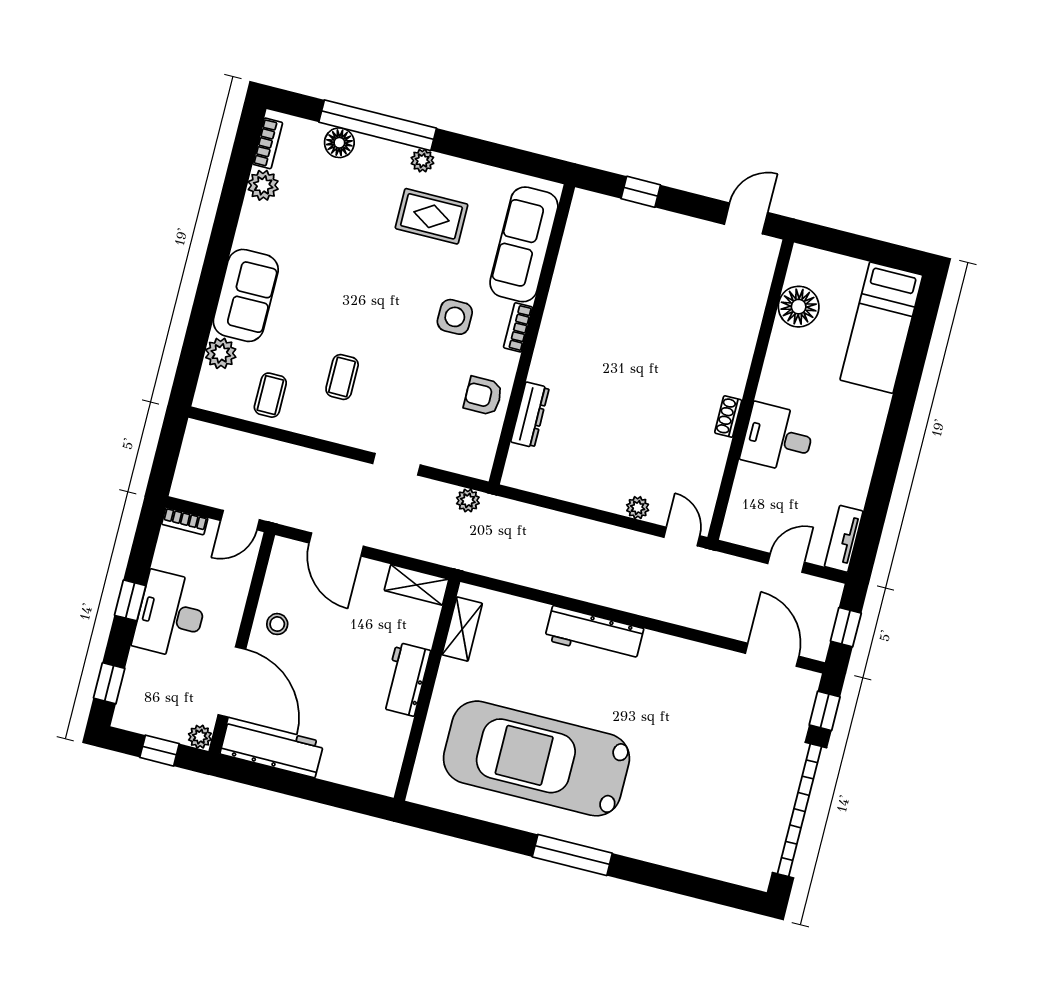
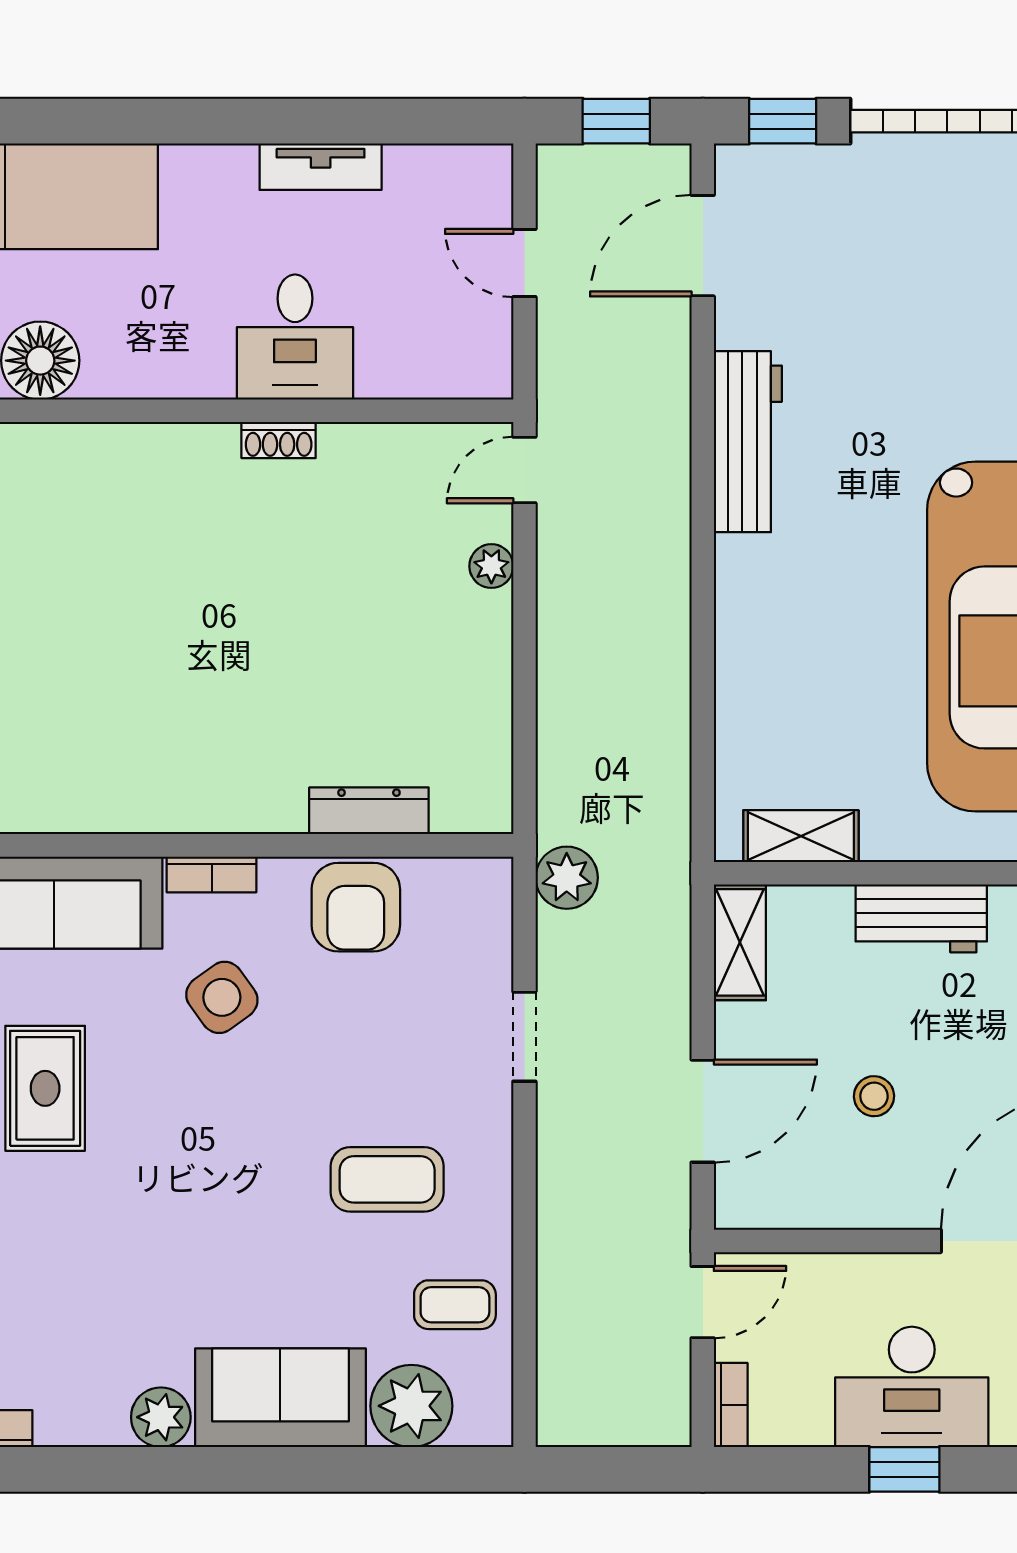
plant: (263, 185) -> (161, 1417), moved
side table: (455, 317) -> (222, 997), turned -36
plant: (221, 353) -> (411, 1406), width x1.36, depth x1.36
coffee table: (342, 377) -> (387, 1179), width x1.36, depth x1.30
armchair: (483, 396) -> (356, 907), width x1.38, depth x1.38
plant: (468, 500) -> (567, 878), width x1.38, depth x1.38
door: (240, 520) -> (703, 1302), hinge flipped
tv unit: (844, 539) -> (321, 167), moved
stool: (277, 624) -> (874, 1096), moved
workbench: (594, 634) -> (748, 442), moved

